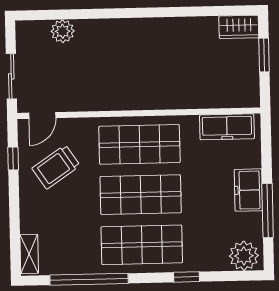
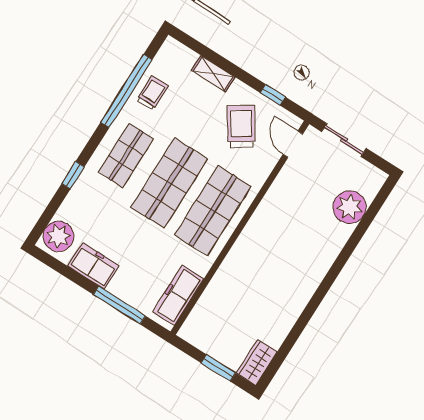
plant: (63, 31) -> (350, 207), width x1.36, depth x1.36
freezer: (248, 190) -> (93, 266), moved
window: (268, 211) -> (119, 305), moved
shop shelf: (142, 245) -> (126, 155), width x0.70, depth x0.74
shelving: (29, 254) -> (213, 74), moved
trolley: (77, 257) -> (152, 93), added

